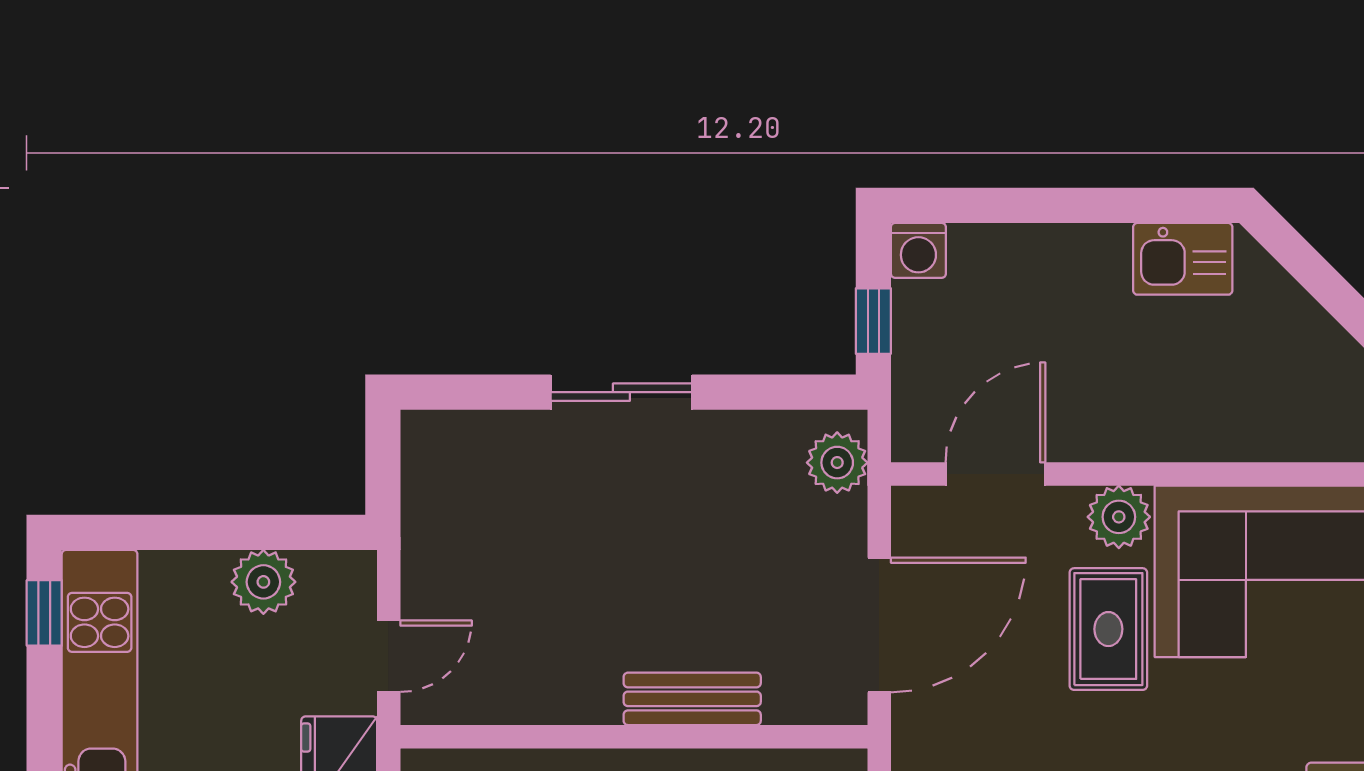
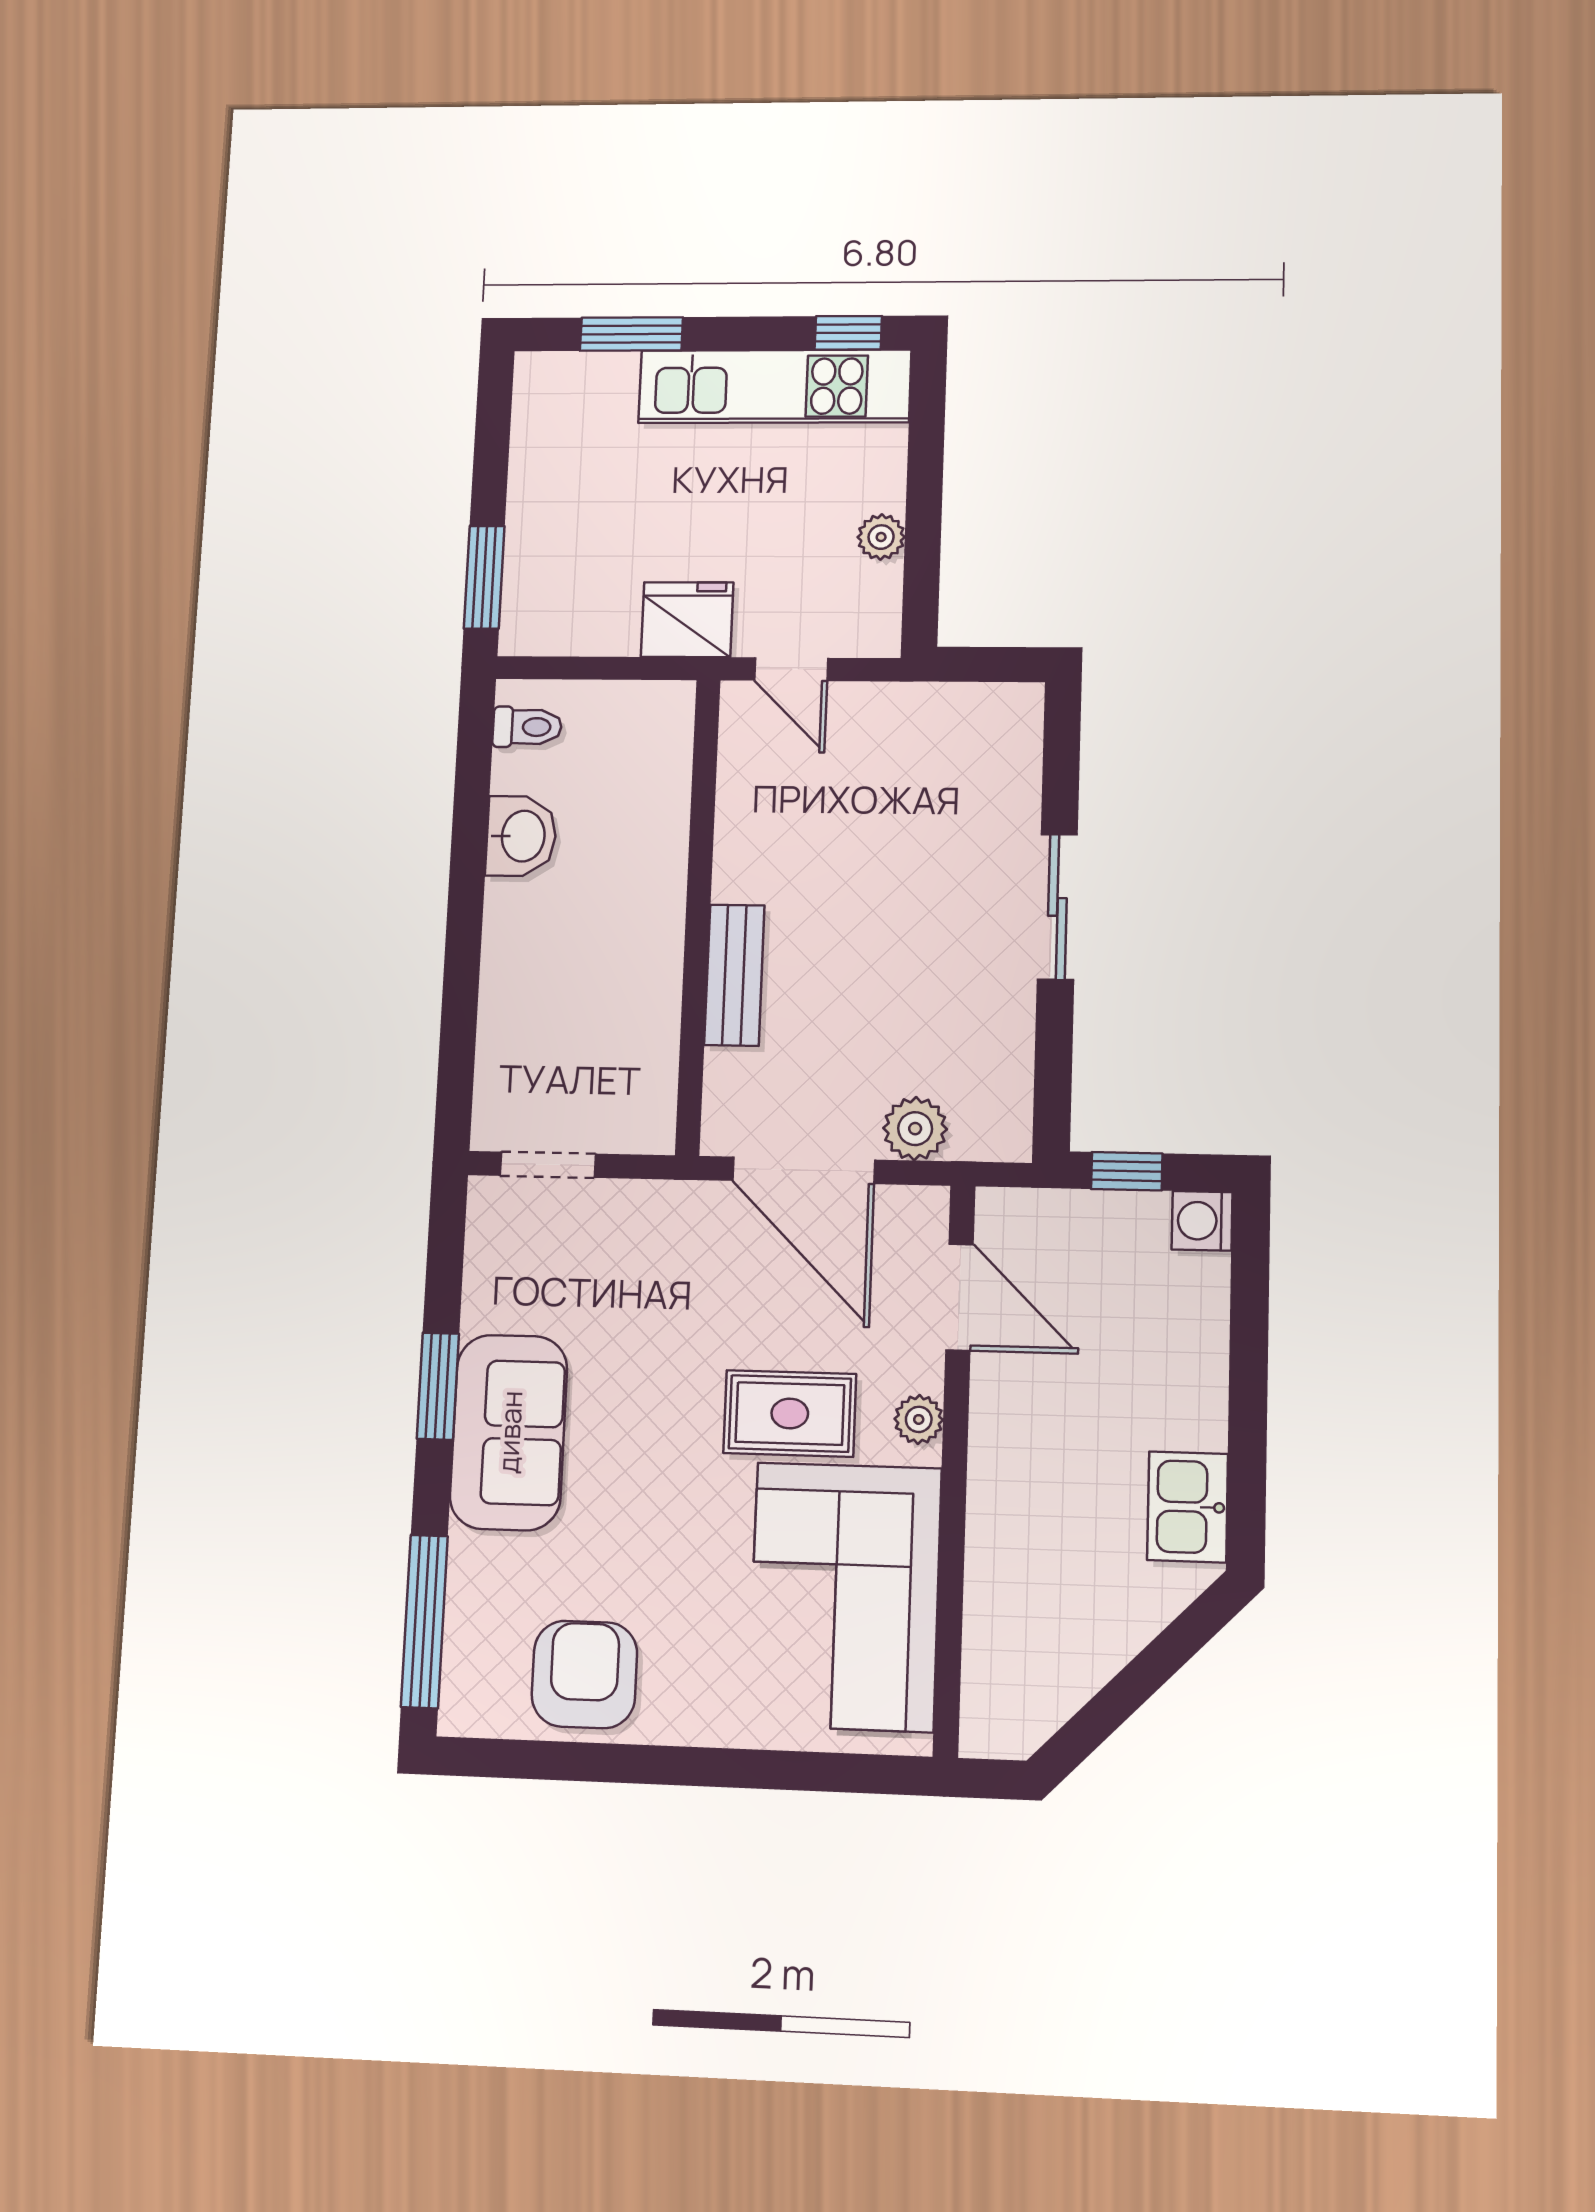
plant: (837, 463) -> (915, 1129), moved
plant: (1119, 517) -> (919, 1419), width x0.73, depth x0.73
plant: (263, 582) -> (881, 537), width x0.73, depth x0.73

